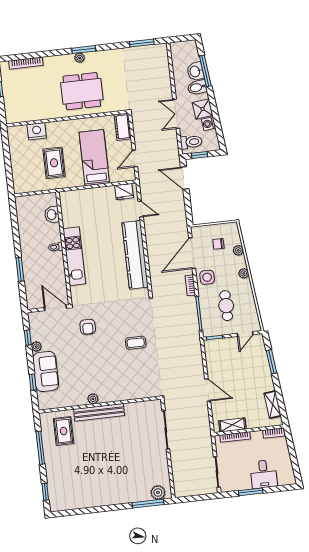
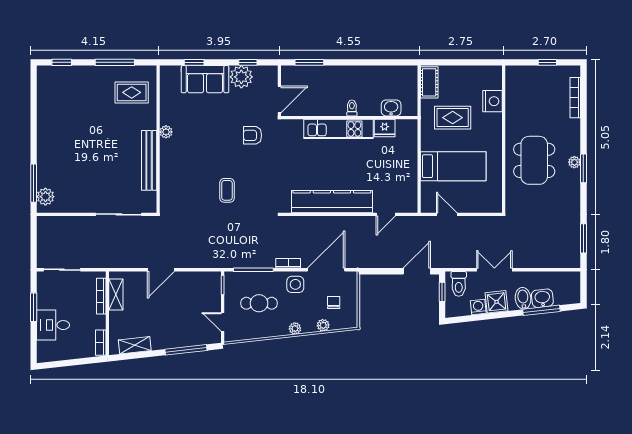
cot: (123, 127) -> (429, 82), moved, turned 90
fridge: (124, 192) -> (385, 128), moved, turned -90
door: (192, 253) -> (326, 270), hinge flipped
window: (20, 269) -> (309, 62), moved
plant: (36, 346) -> (241, 77), width x1.87, depth x1.87
window: (272, 362) -> (186, 350), width x1.44
bench: (99, 412) -> (149, 160), moved

